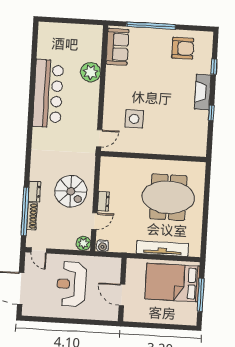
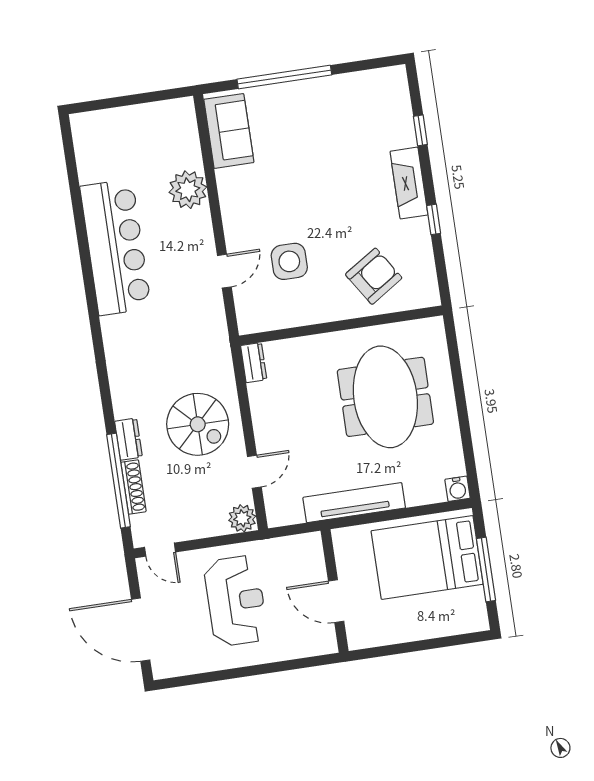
armchair: (183, 48) -> (374, 276), moved, turned -33
door: (99, 138) -> (224, 271), moved
meeting table: (168, 197) -> (385, 397), turned 90
dresser: (104, 201) -> (254, 363), moved
water cooler: (103, 246) -> (458, 489), moved
tv unit: (162, 248) -> (354, 503), moved
reception desk: (71, 284) -> (236, 601), turned 180

